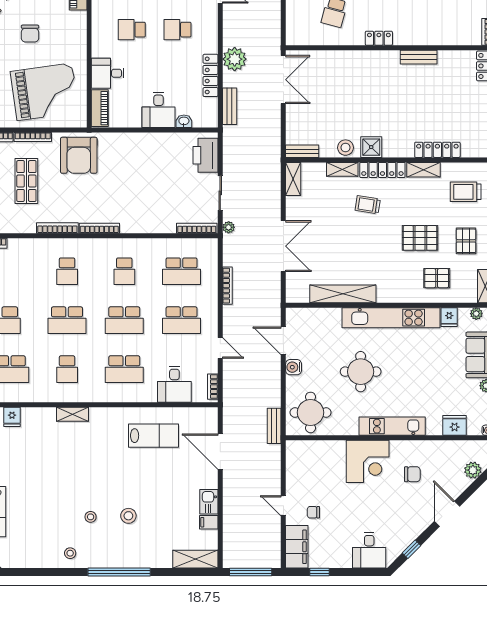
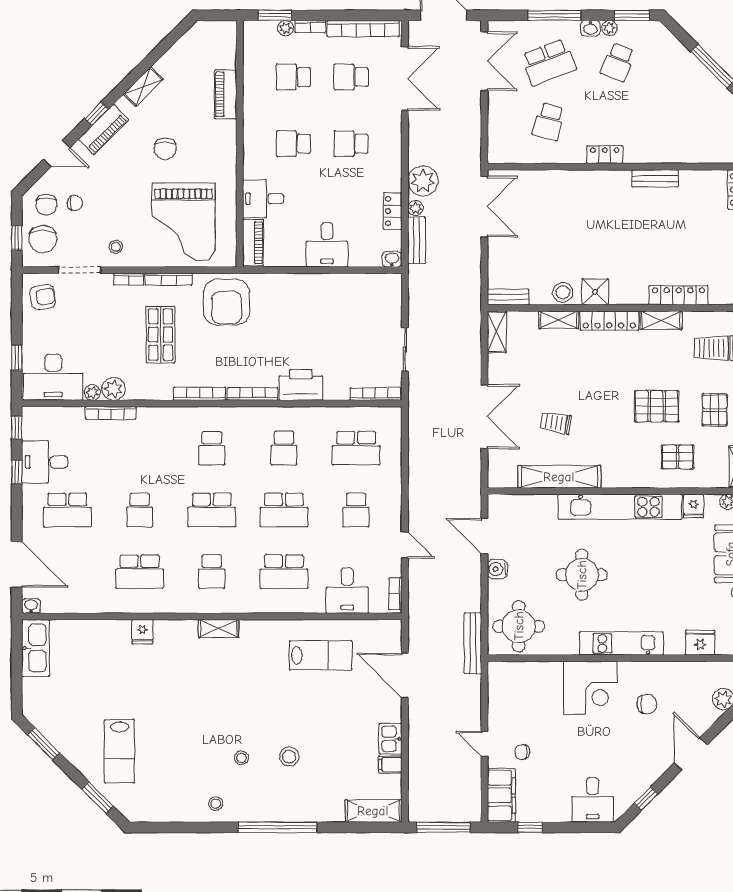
locker: (211, 75) -> (393, 211), width x0.66
grand piano: (45, 92) -> (183, 222), turned 98
washbasin: (184, 121) -> (392, 259), moved
printer: (206, 155) -> (301, 385), moved, turned 90
trolley: (368, 205) -> (556, 423), moved
plant: (229, 227) -> (415, 208), moved
bookcase: (227, 286) -> (414, 466), removed
school desk: (182, 320) -> (356, 510), width x0.54
bench: (274, 426) -> (473, 643), width x1.36

